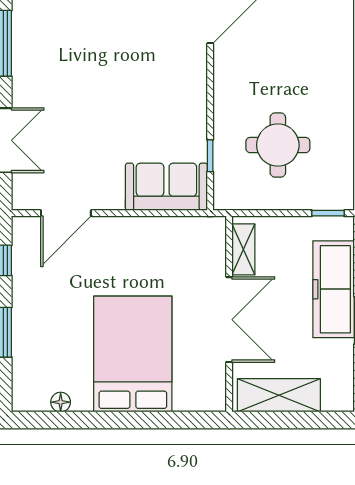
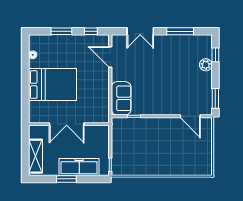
round table: (278, 145) -> (138, 144), removed
shelving: (243, 249) -> (95, 130), removed
shelving: (279, 395) -> (36, 156), moved

